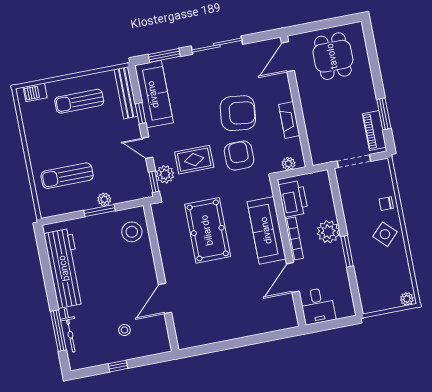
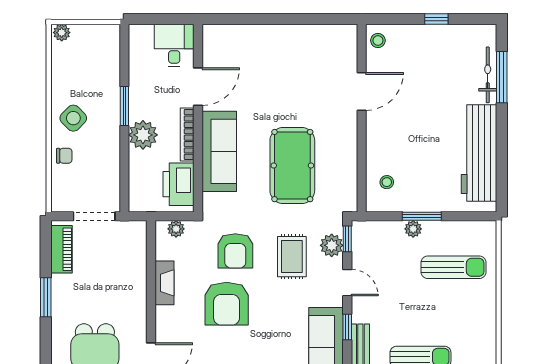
armchair: (238, 113) -> (227, 304), turned -97
window: (384, 114) -> (46, 297), moved
rug: (194, 160) -> (292, 257), turned 90
stool: (132, 232) -> (387, 182), width x0.53, depth x0.53
stool: (124, 330) -> (378, 40), moved

